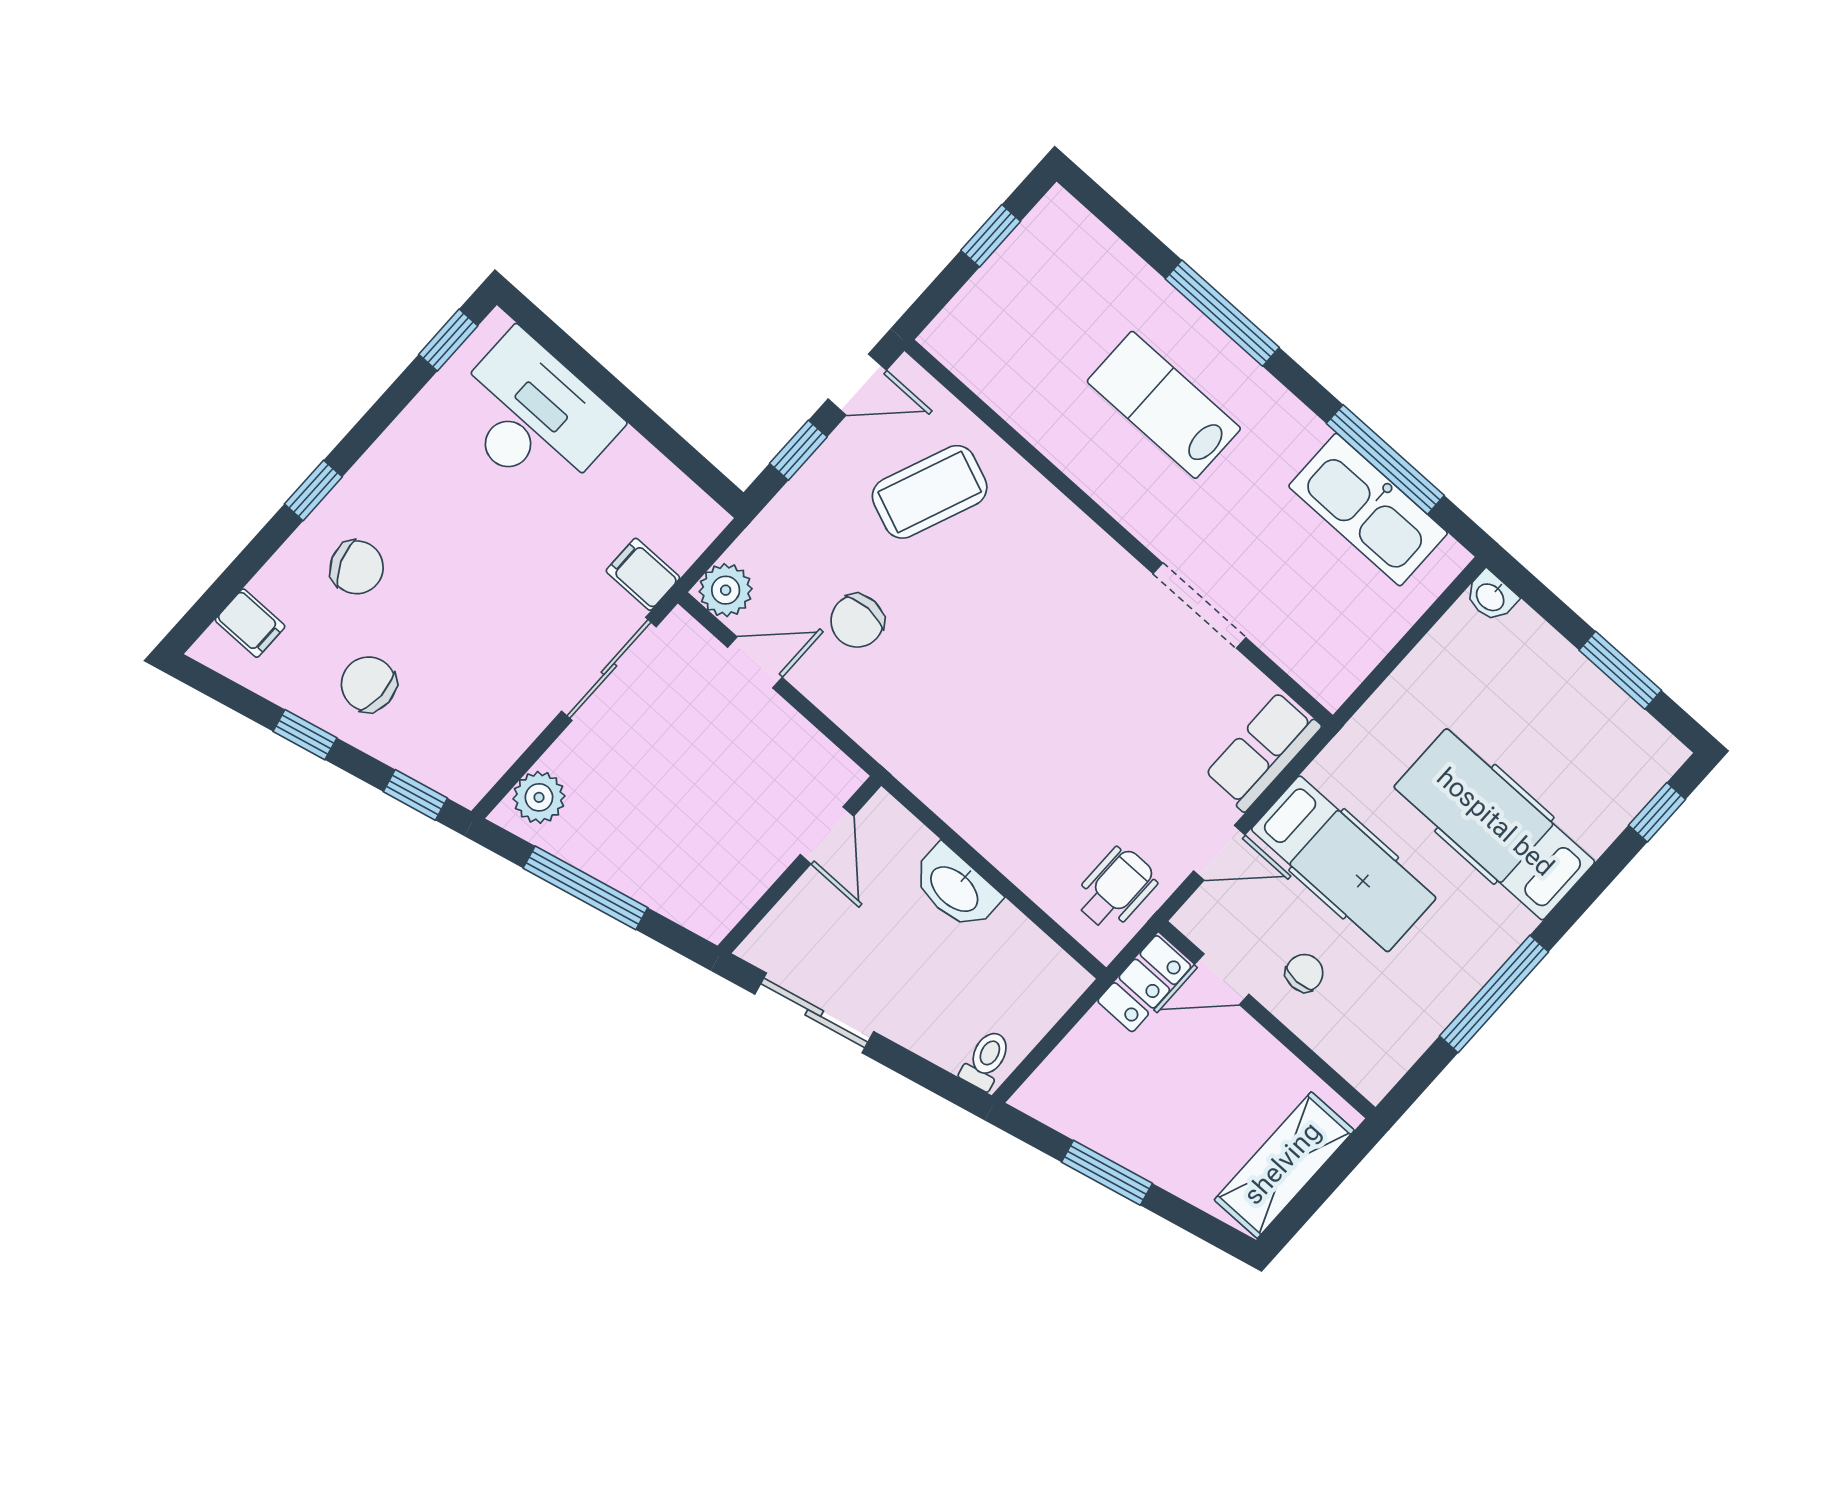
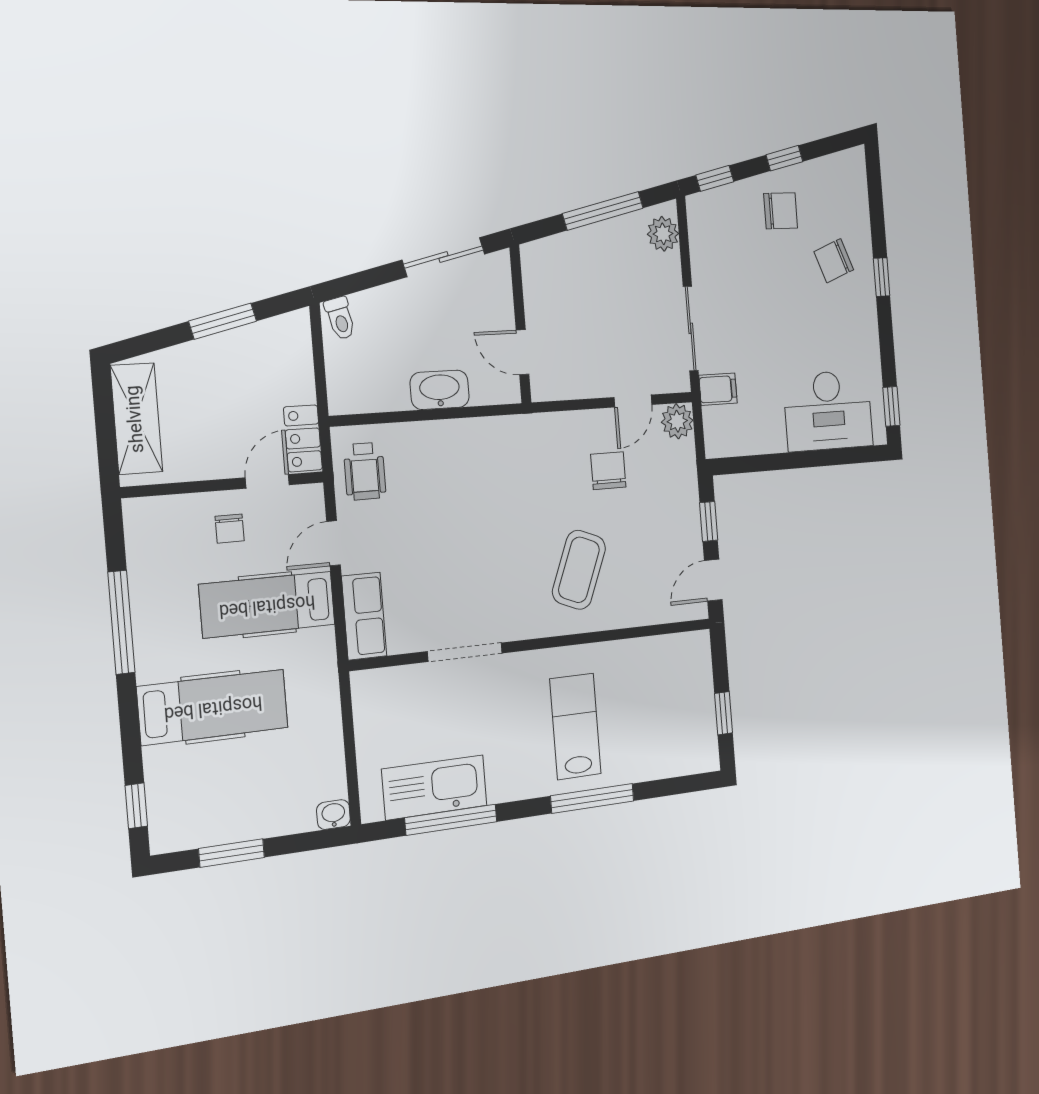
lab bench: (1164, 405) -> (575, 726), turned -90
coffee table: (930, 492) -> (579, 570), moved
filing cabinet: (250, 623) -> (852, 187), removed

